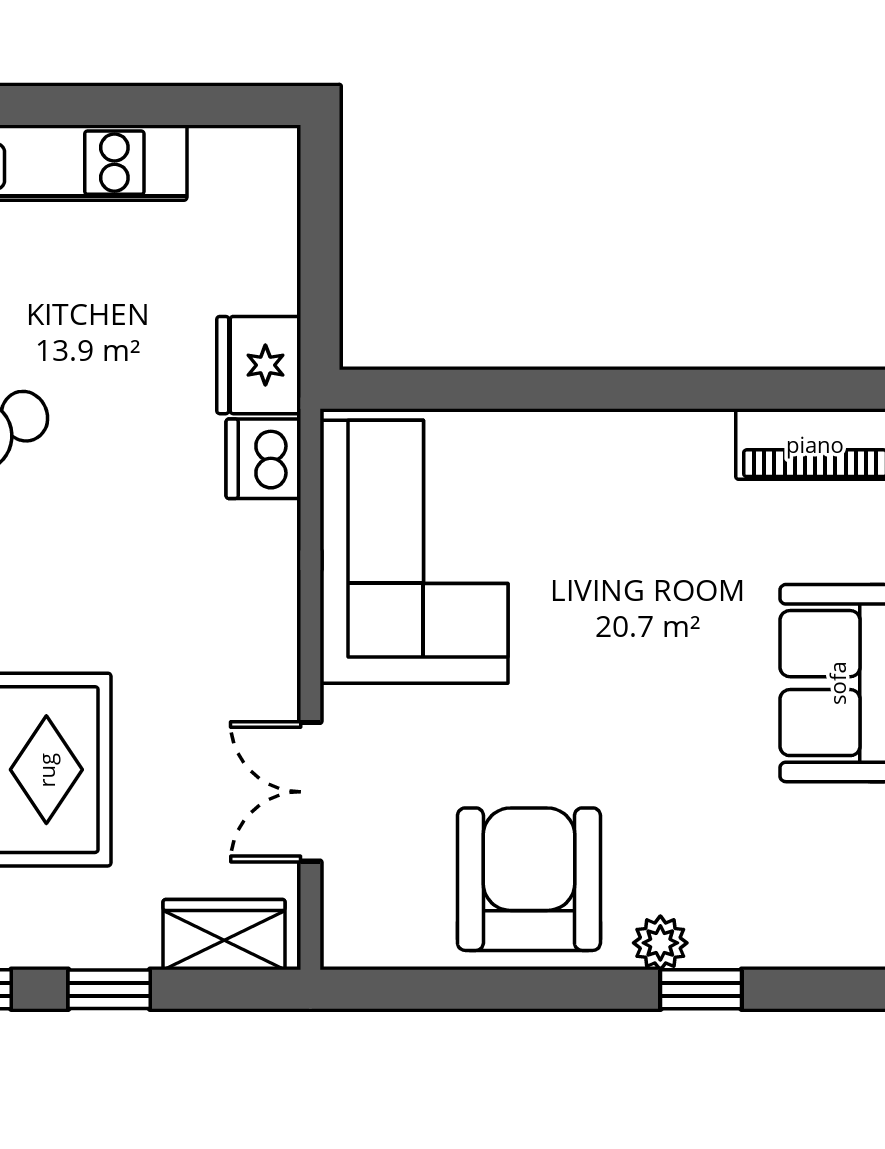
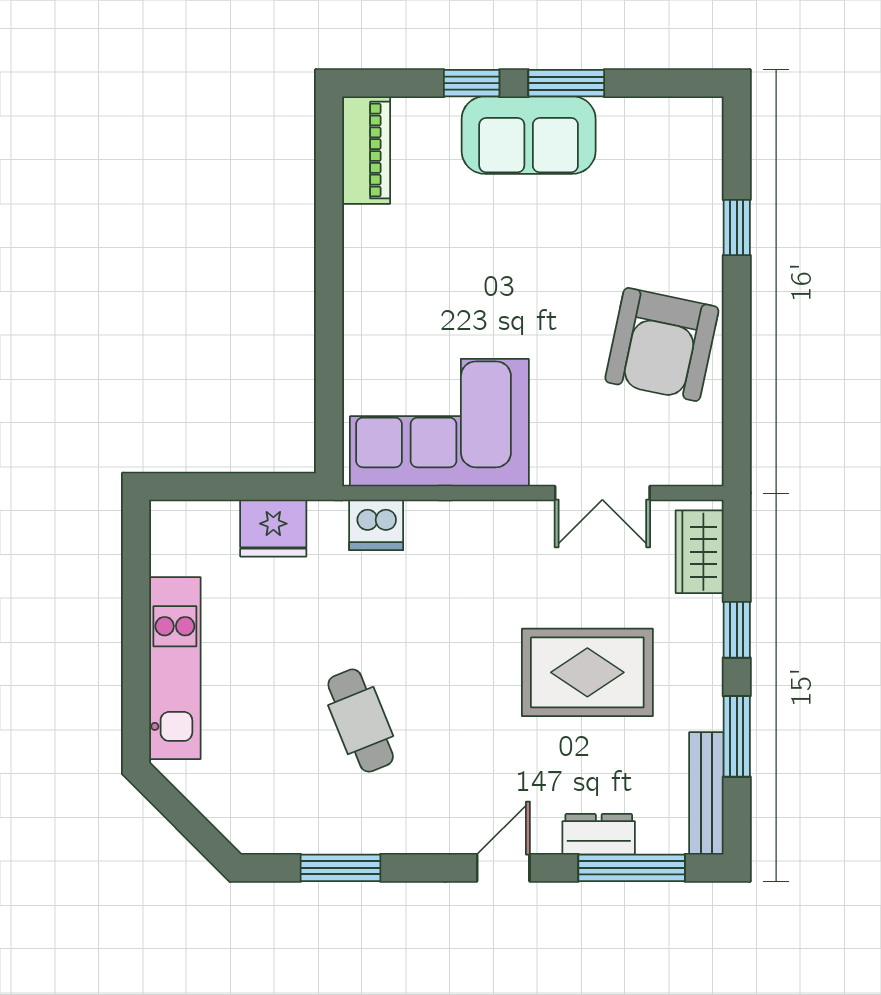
fridge: (259, 365) -> (273, 528), moved
armchair: (529, 879) -> (662, 344), turned -78
plant: (660, 943) -> (705, 255), removed

